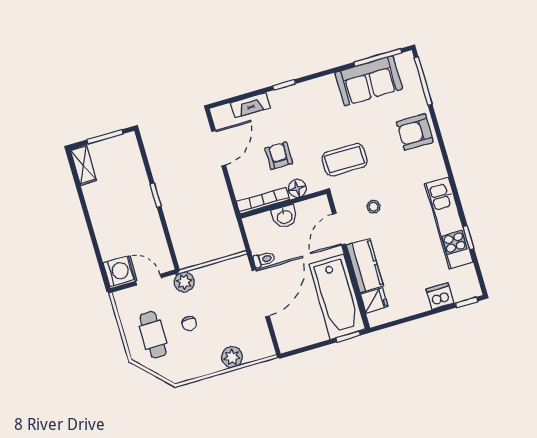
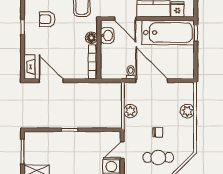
fireplace: (250, 105) -> (29, 67), moved
armchair: (279, 156) -> (47, 19), moved
washbasin: (285, 217) -> (107, 35), moved
plant: (184, 282) -> (130, 111), moved

